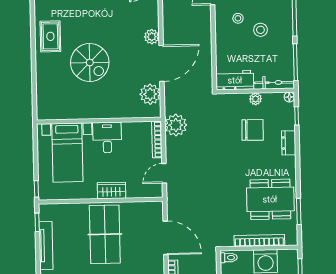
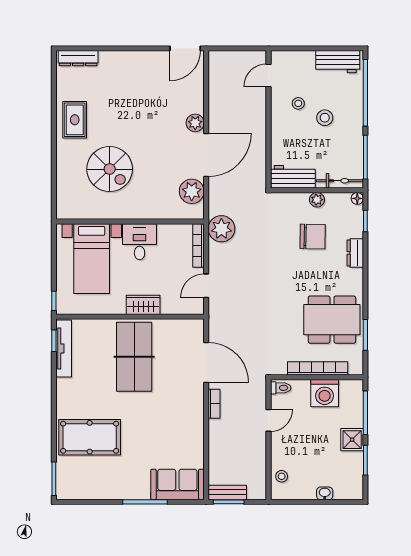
spiral stairs: (90, 62) -> (110, 169), moved
tv unit: (46, 246) -> (64, 348), moved

